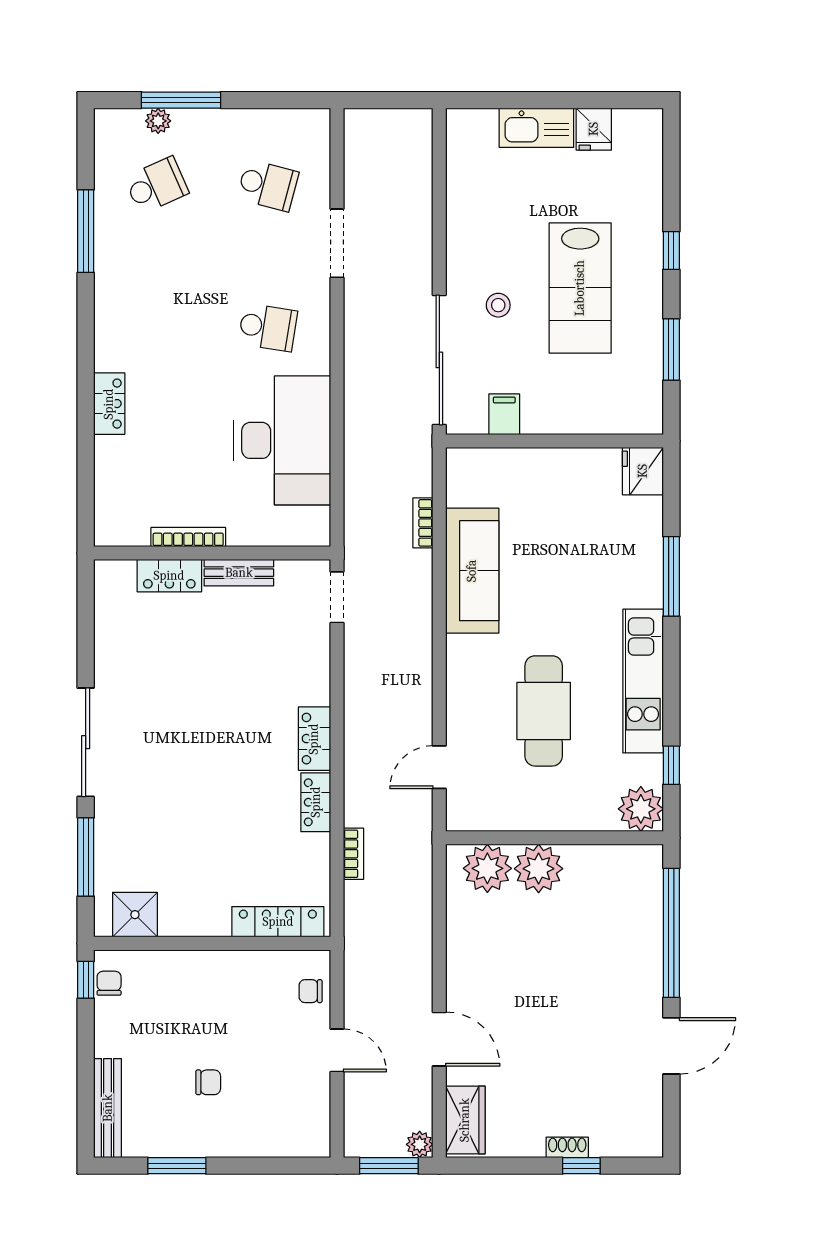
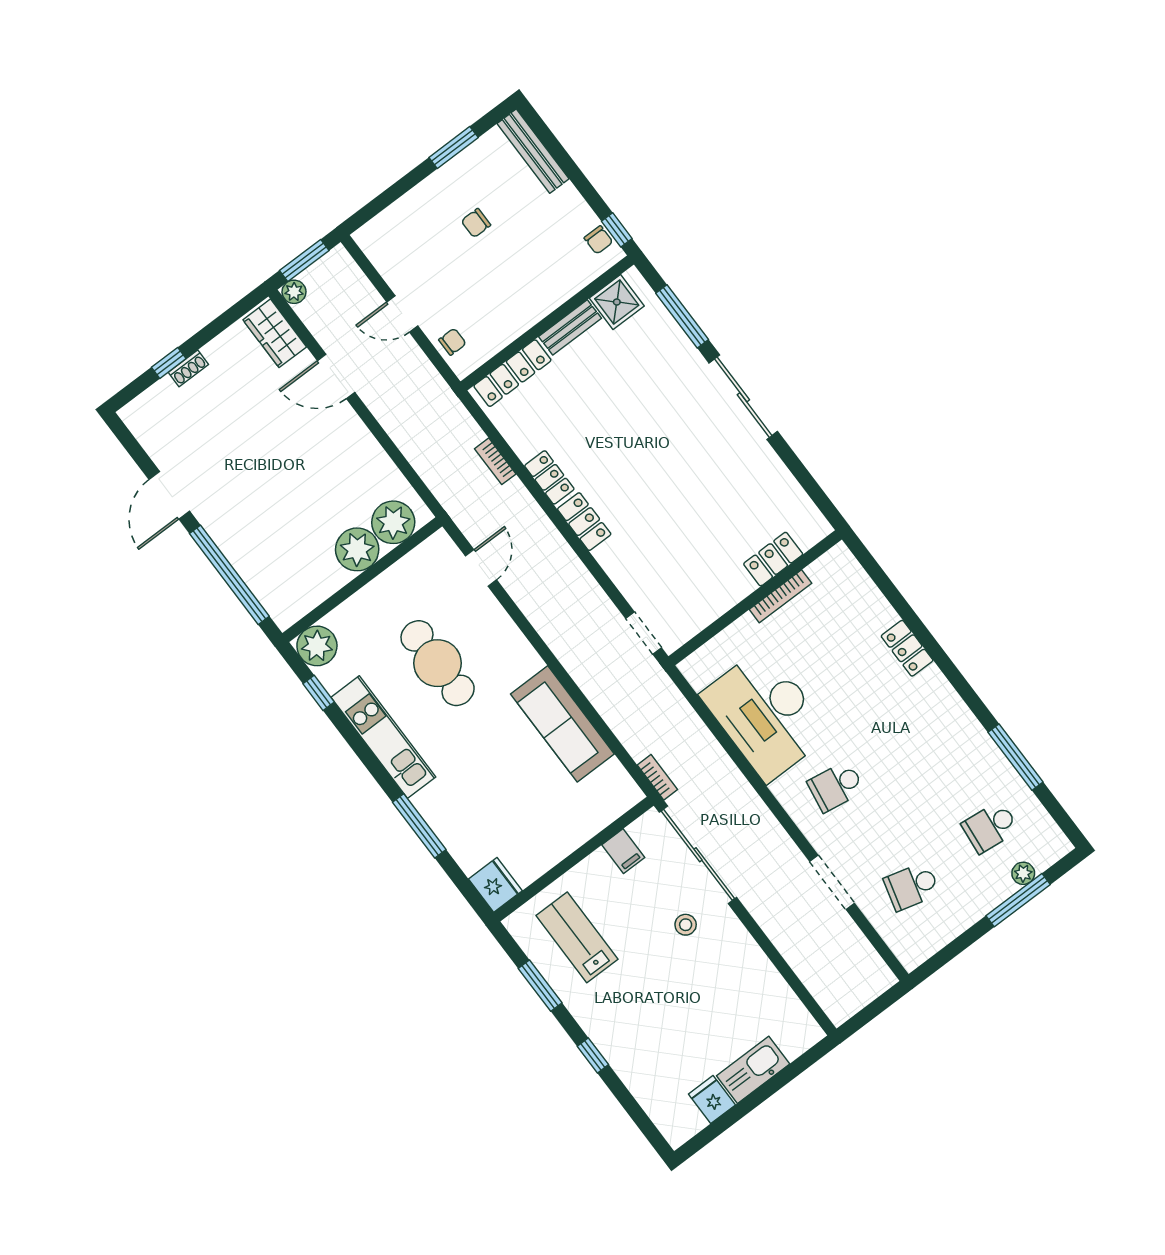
school desk: (156, 185) -> (990, 827), turned 30
lab bench: (580, 288) -> (577, 937), moved, width x0.73, depth x0.72
bookcase: (423, 523) -> (657, 777), moved
bench: (239, 573) -> (570, 327), moved

